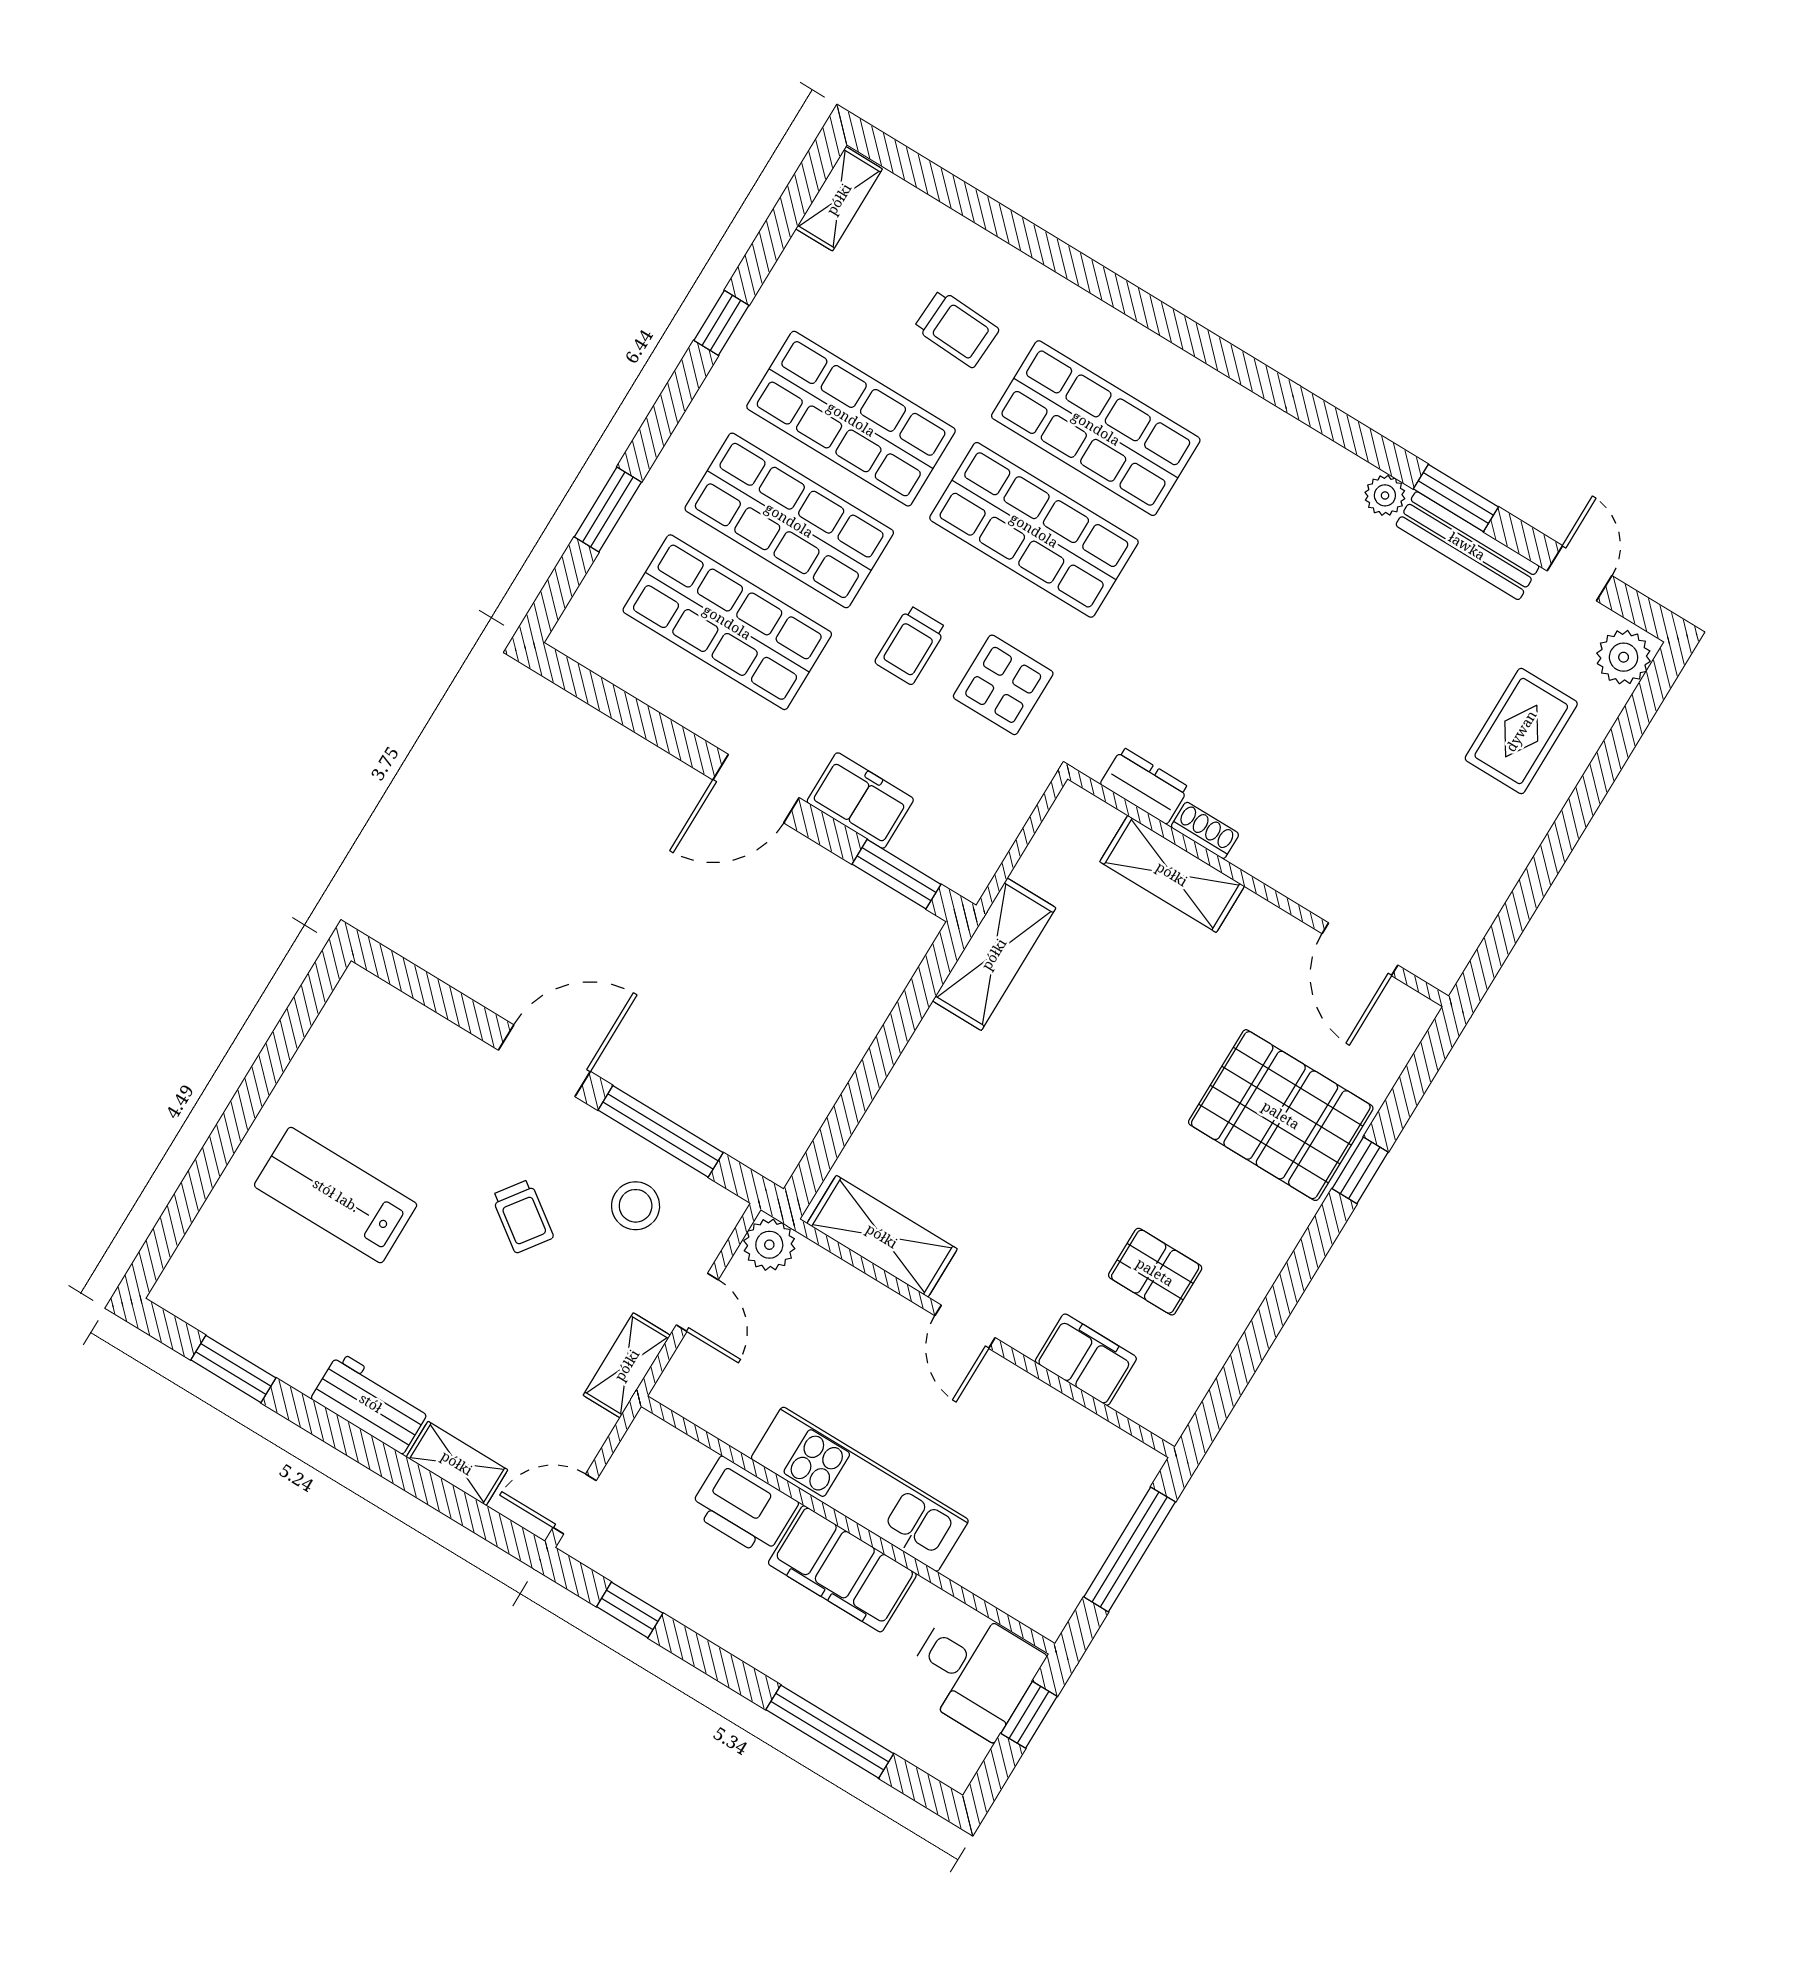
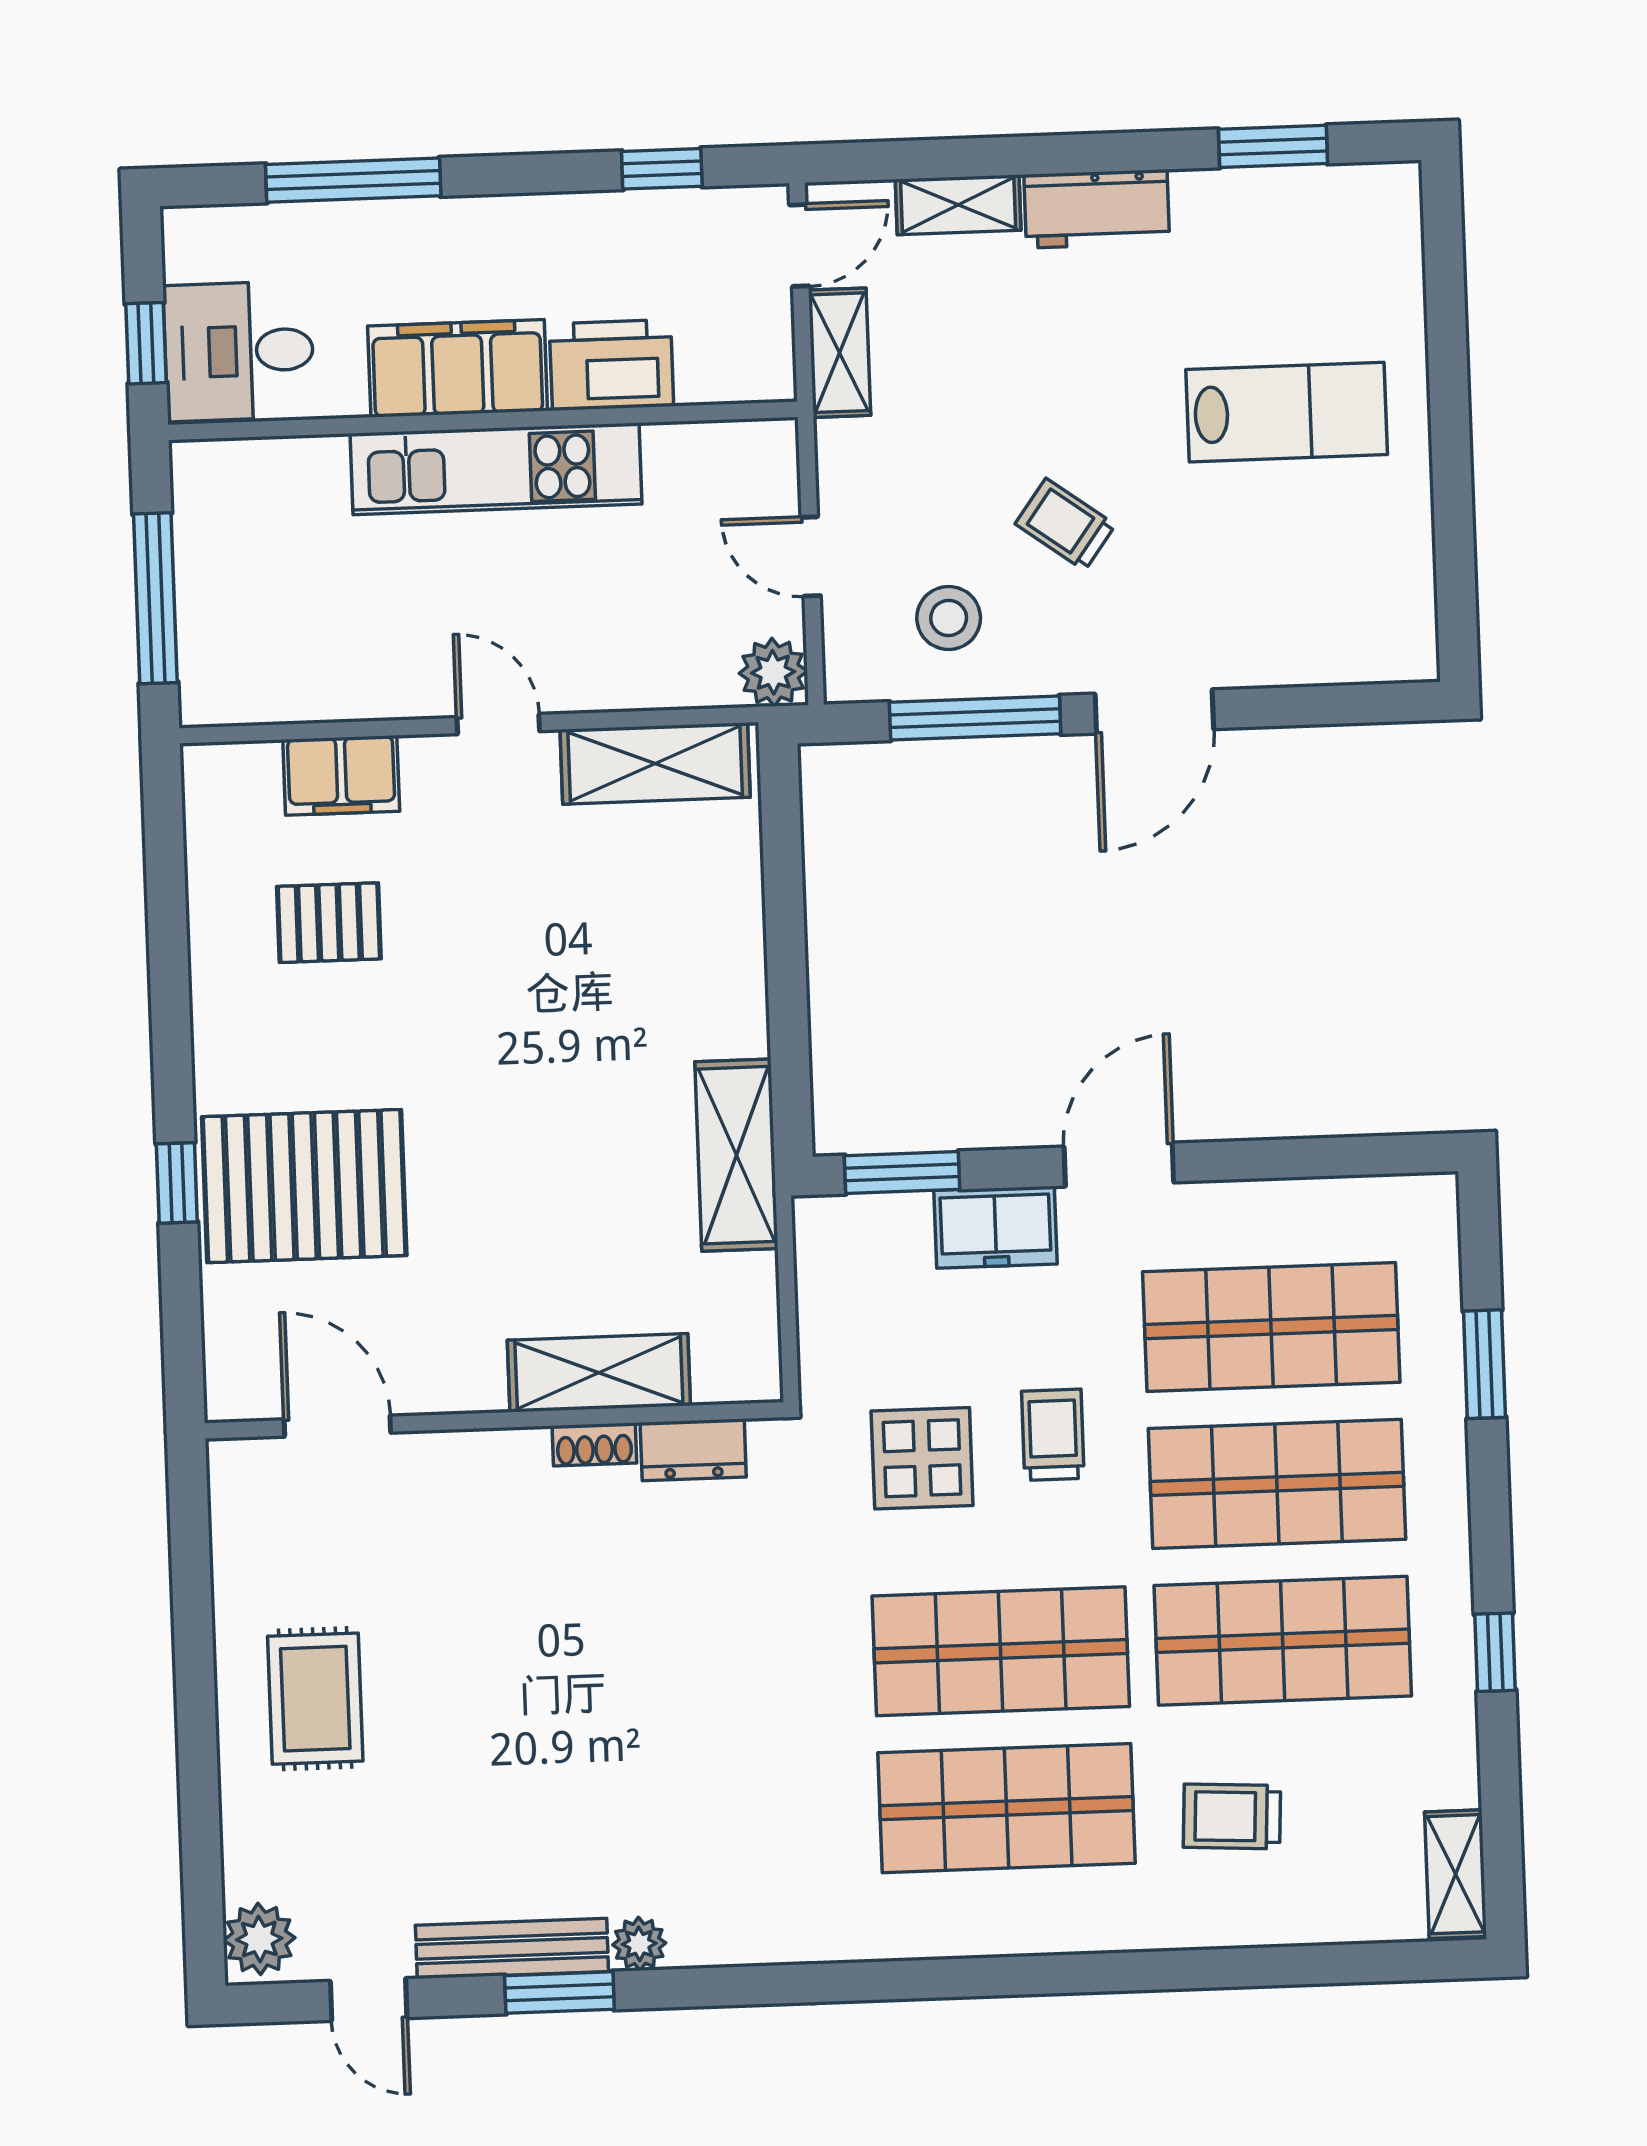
rug: (1521, 731) -> (315, 1699), moved
shelving: (627, 1365) -> (840, 353), moved

